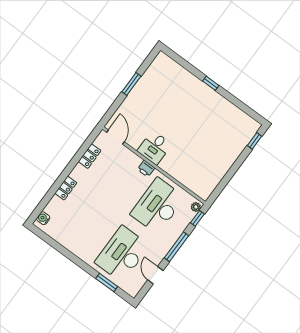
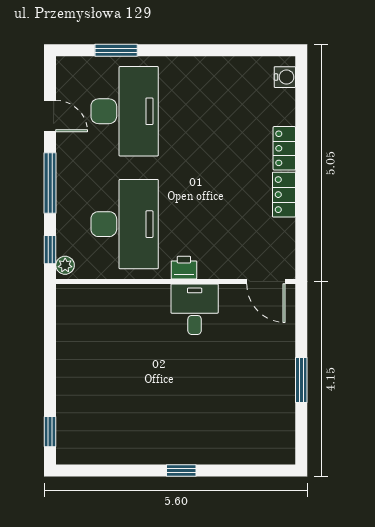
locker: (90, 156) -> (284, 195), moved

